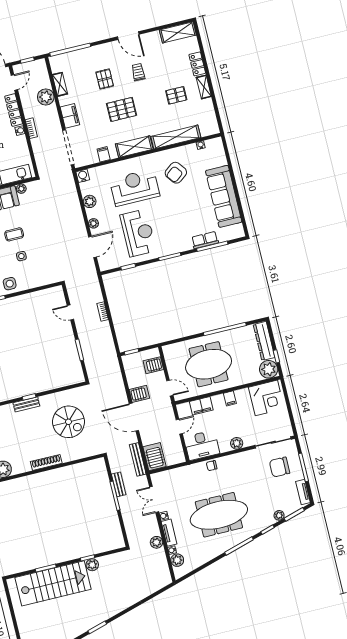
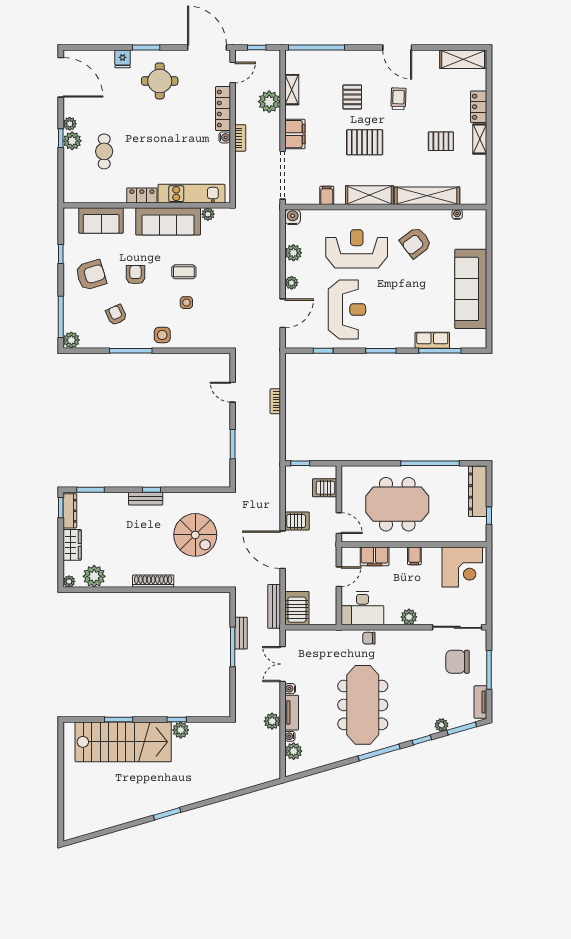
plant: (269, 369) -> (474, 530), removed
meeting table: (219, 515) -> (363, 705), turned 90

